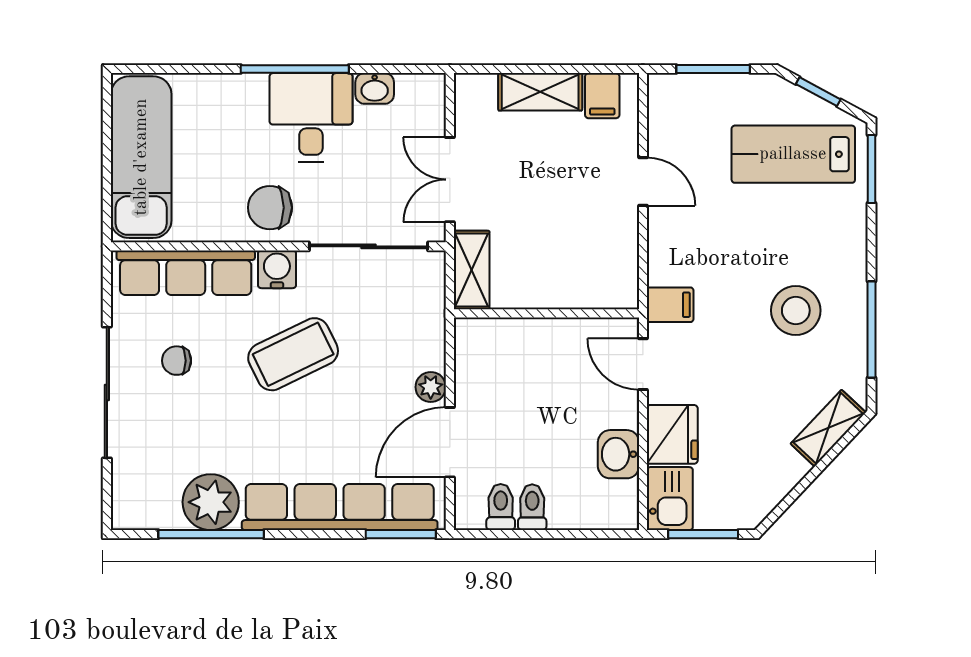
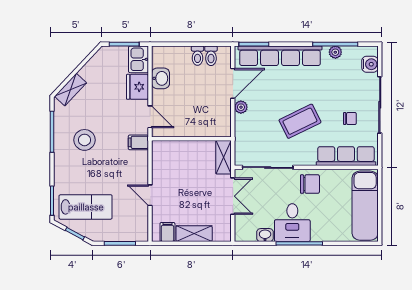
water cooler: (277, 269) -> (370, 64), moved, turned -90
plant: (211, 502) -> (335, 52), width x0.53, depth x0.53

